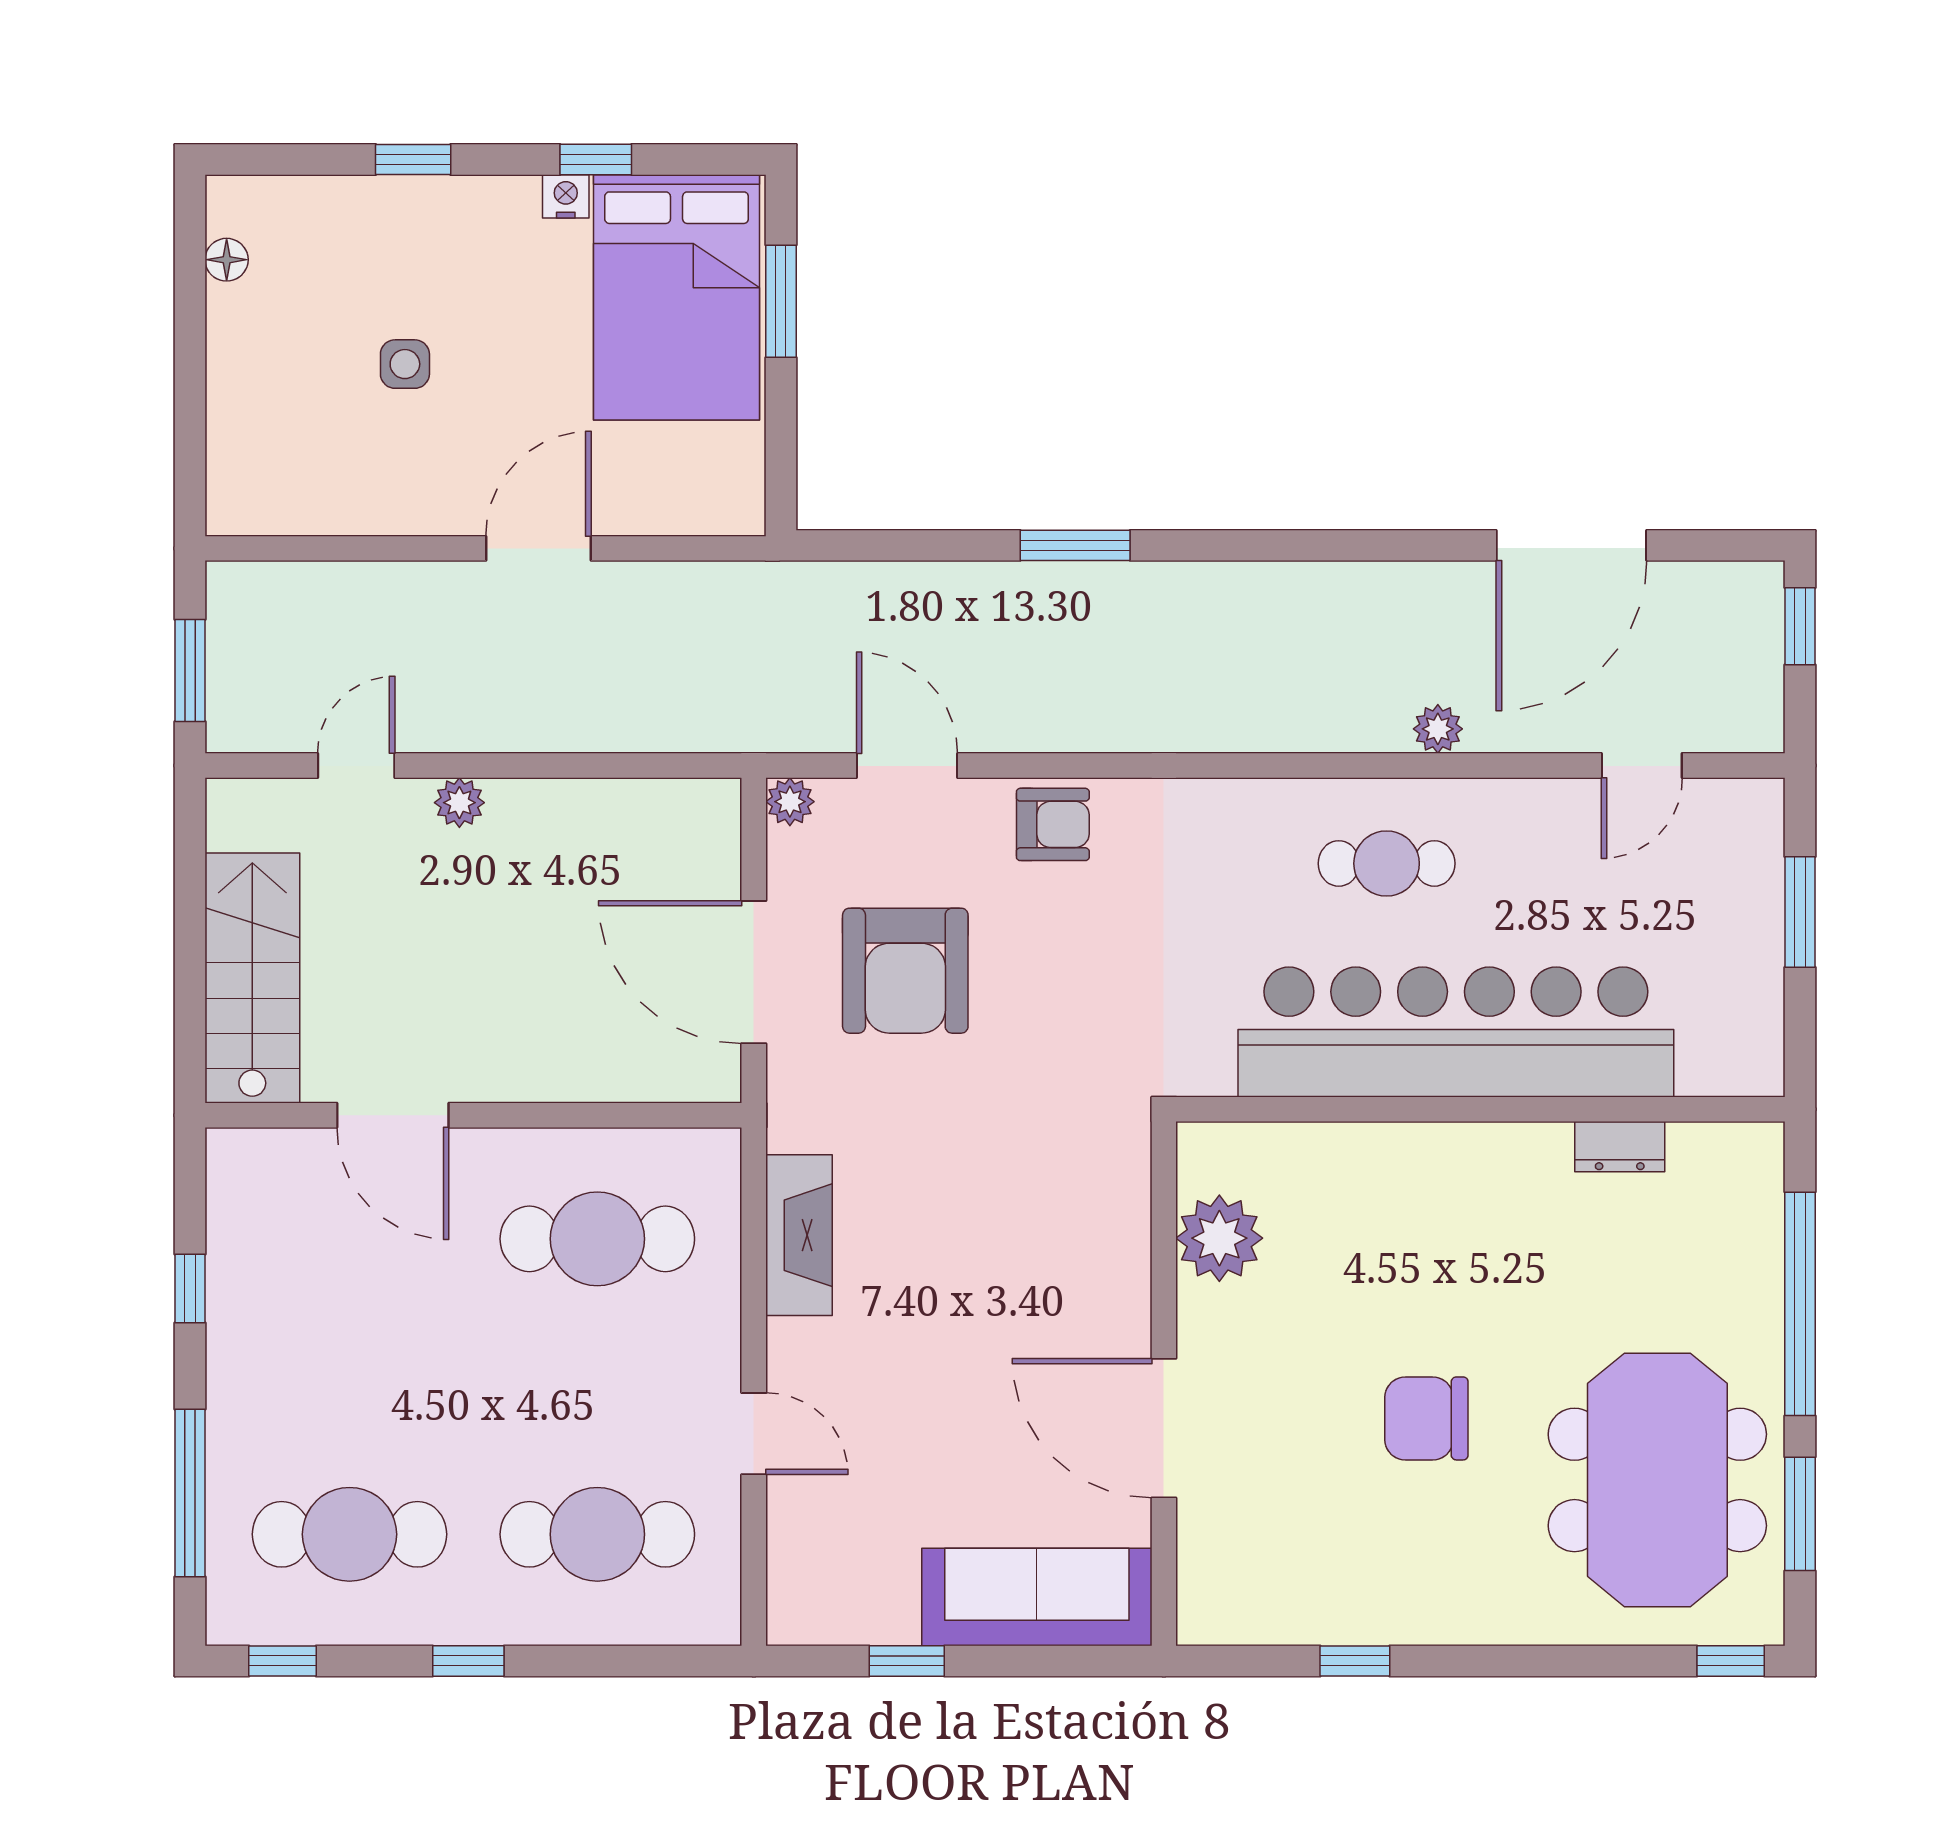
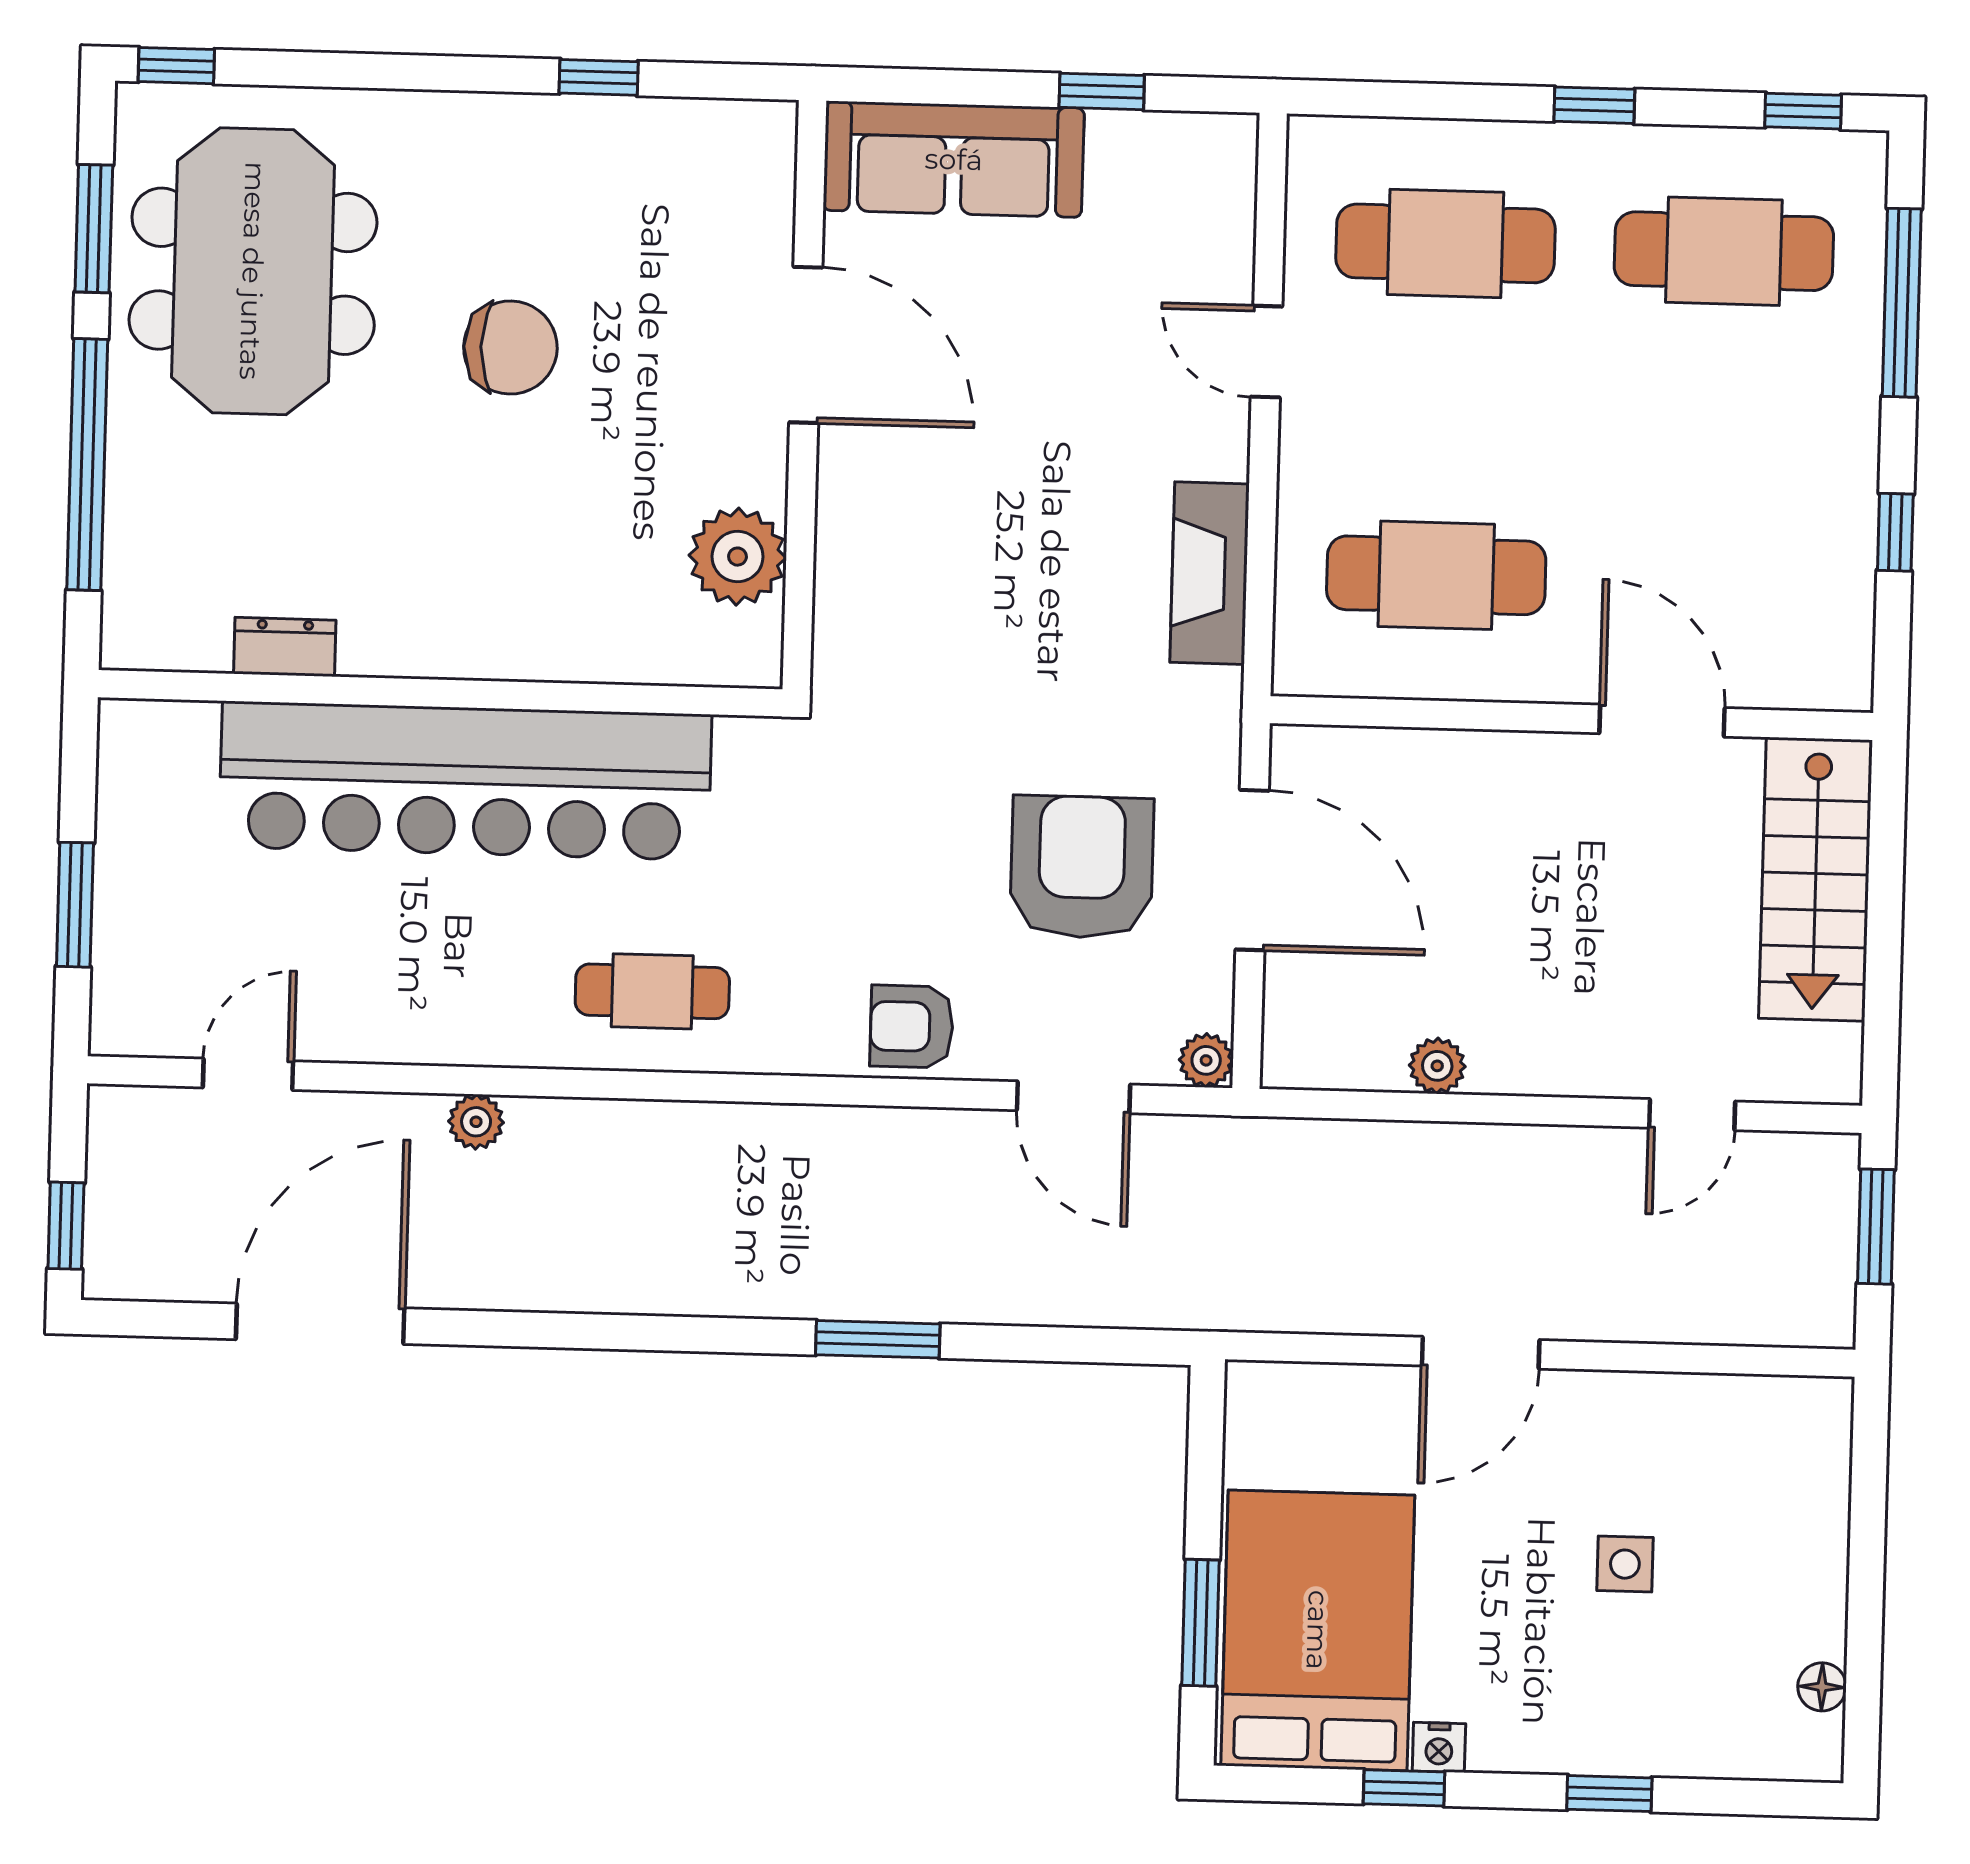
plant: (459, 803) -> (1437, 1066), moved
cafe table: (1387, 863) -> (652, 991), moved

